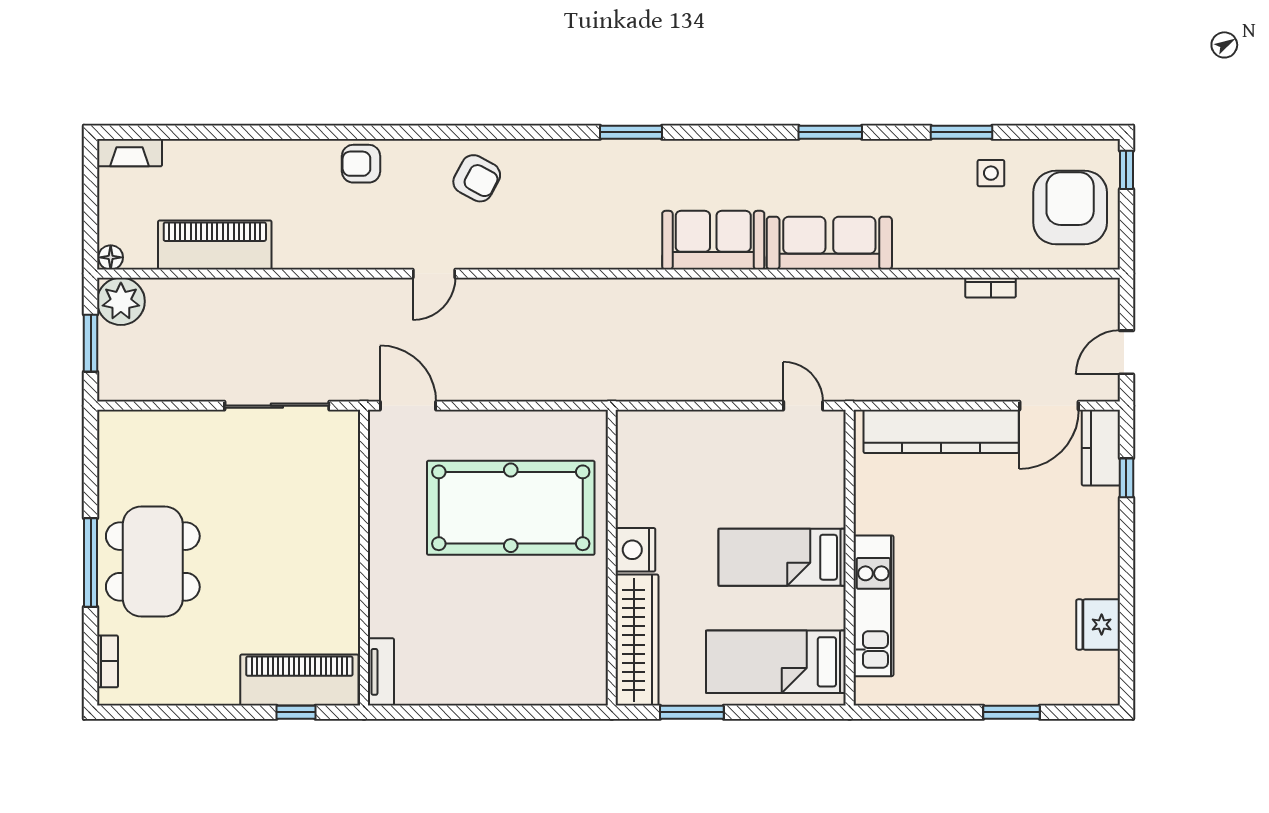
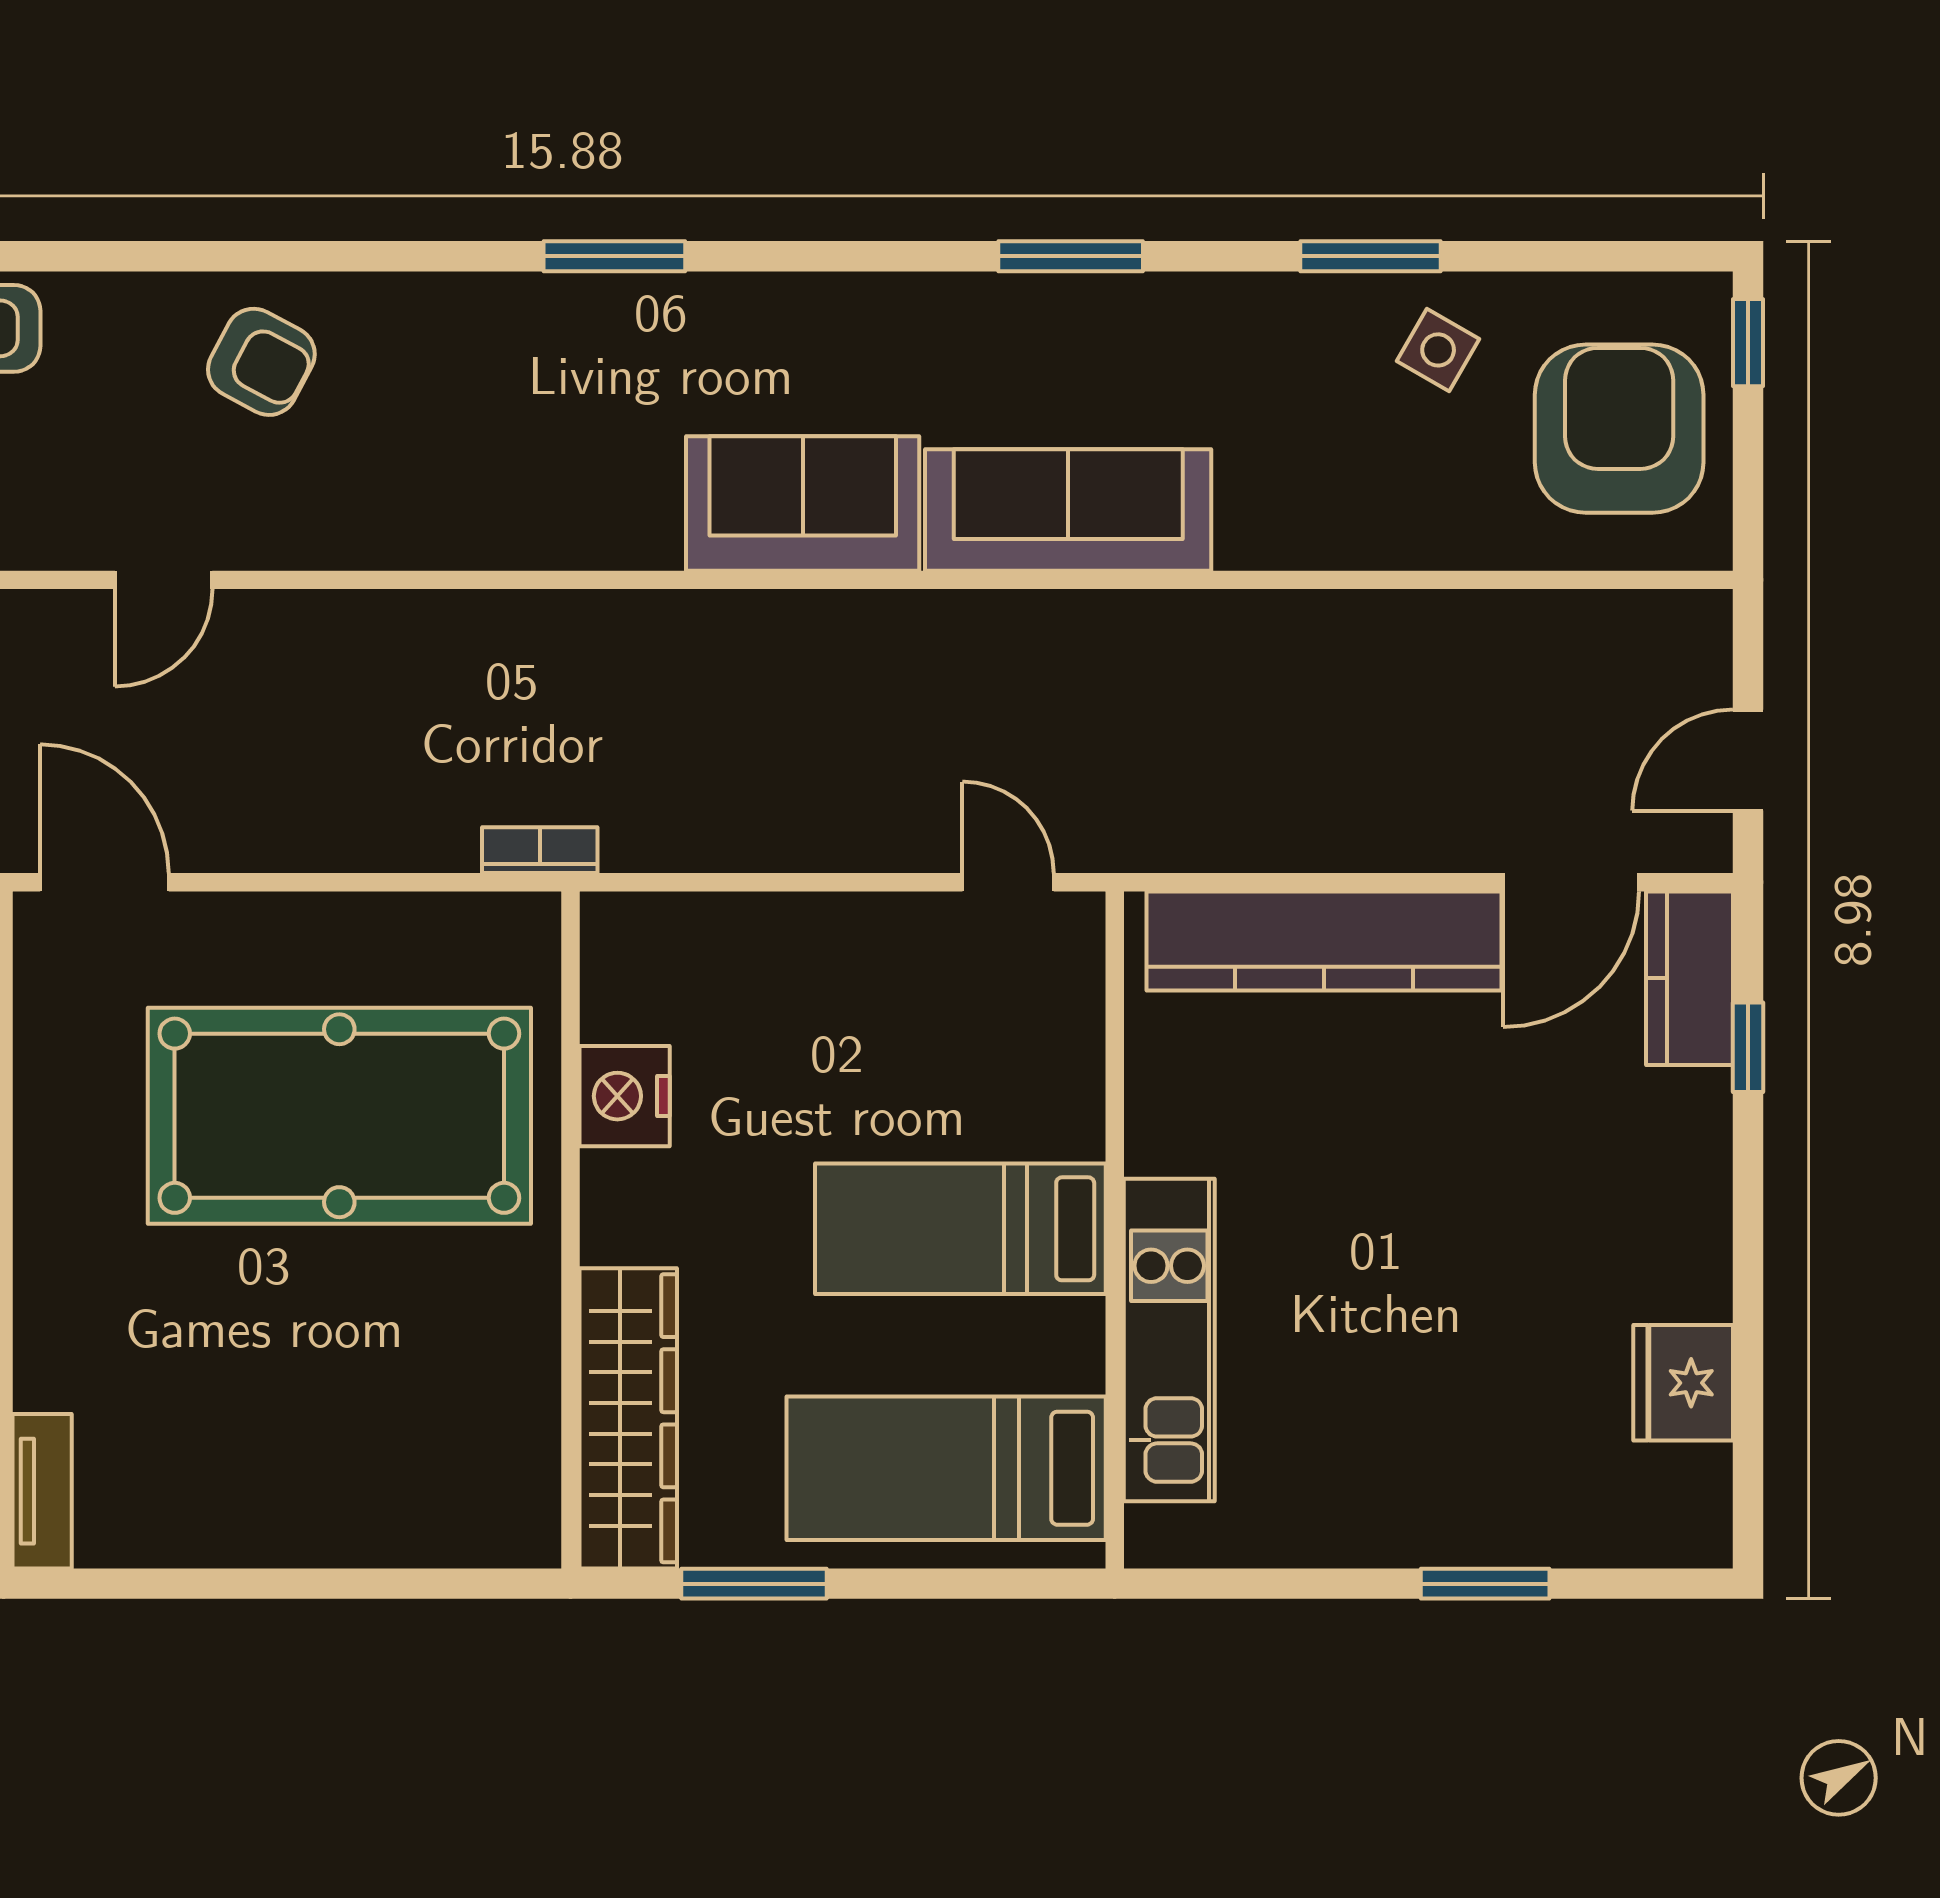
side table: (991, 173) -> (1438, 350), turned 30
bookcase: (991, 288) -> (540, 850), moved, turned 180
nightstand: (635, 550) -> (625, 1096), moved

